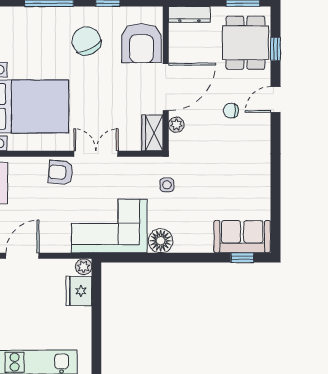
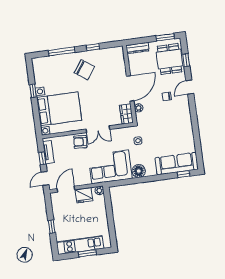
chair: (86, 41) -> (84, 70), turned 152
armchair: (141, 43) -> (114, 67), removed
double door: (96, 154) -> (98, 129), swing flipped
sofa: (242, 237) -> (177, 164), width x1.36
fridge: (79, 291) -> (84, 195), moved, turned -90

